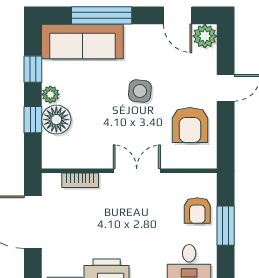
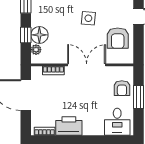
plant: (50, 94) -> (36, 50), moved
double door: (137, 171) -> (87, 65), width x1.37

